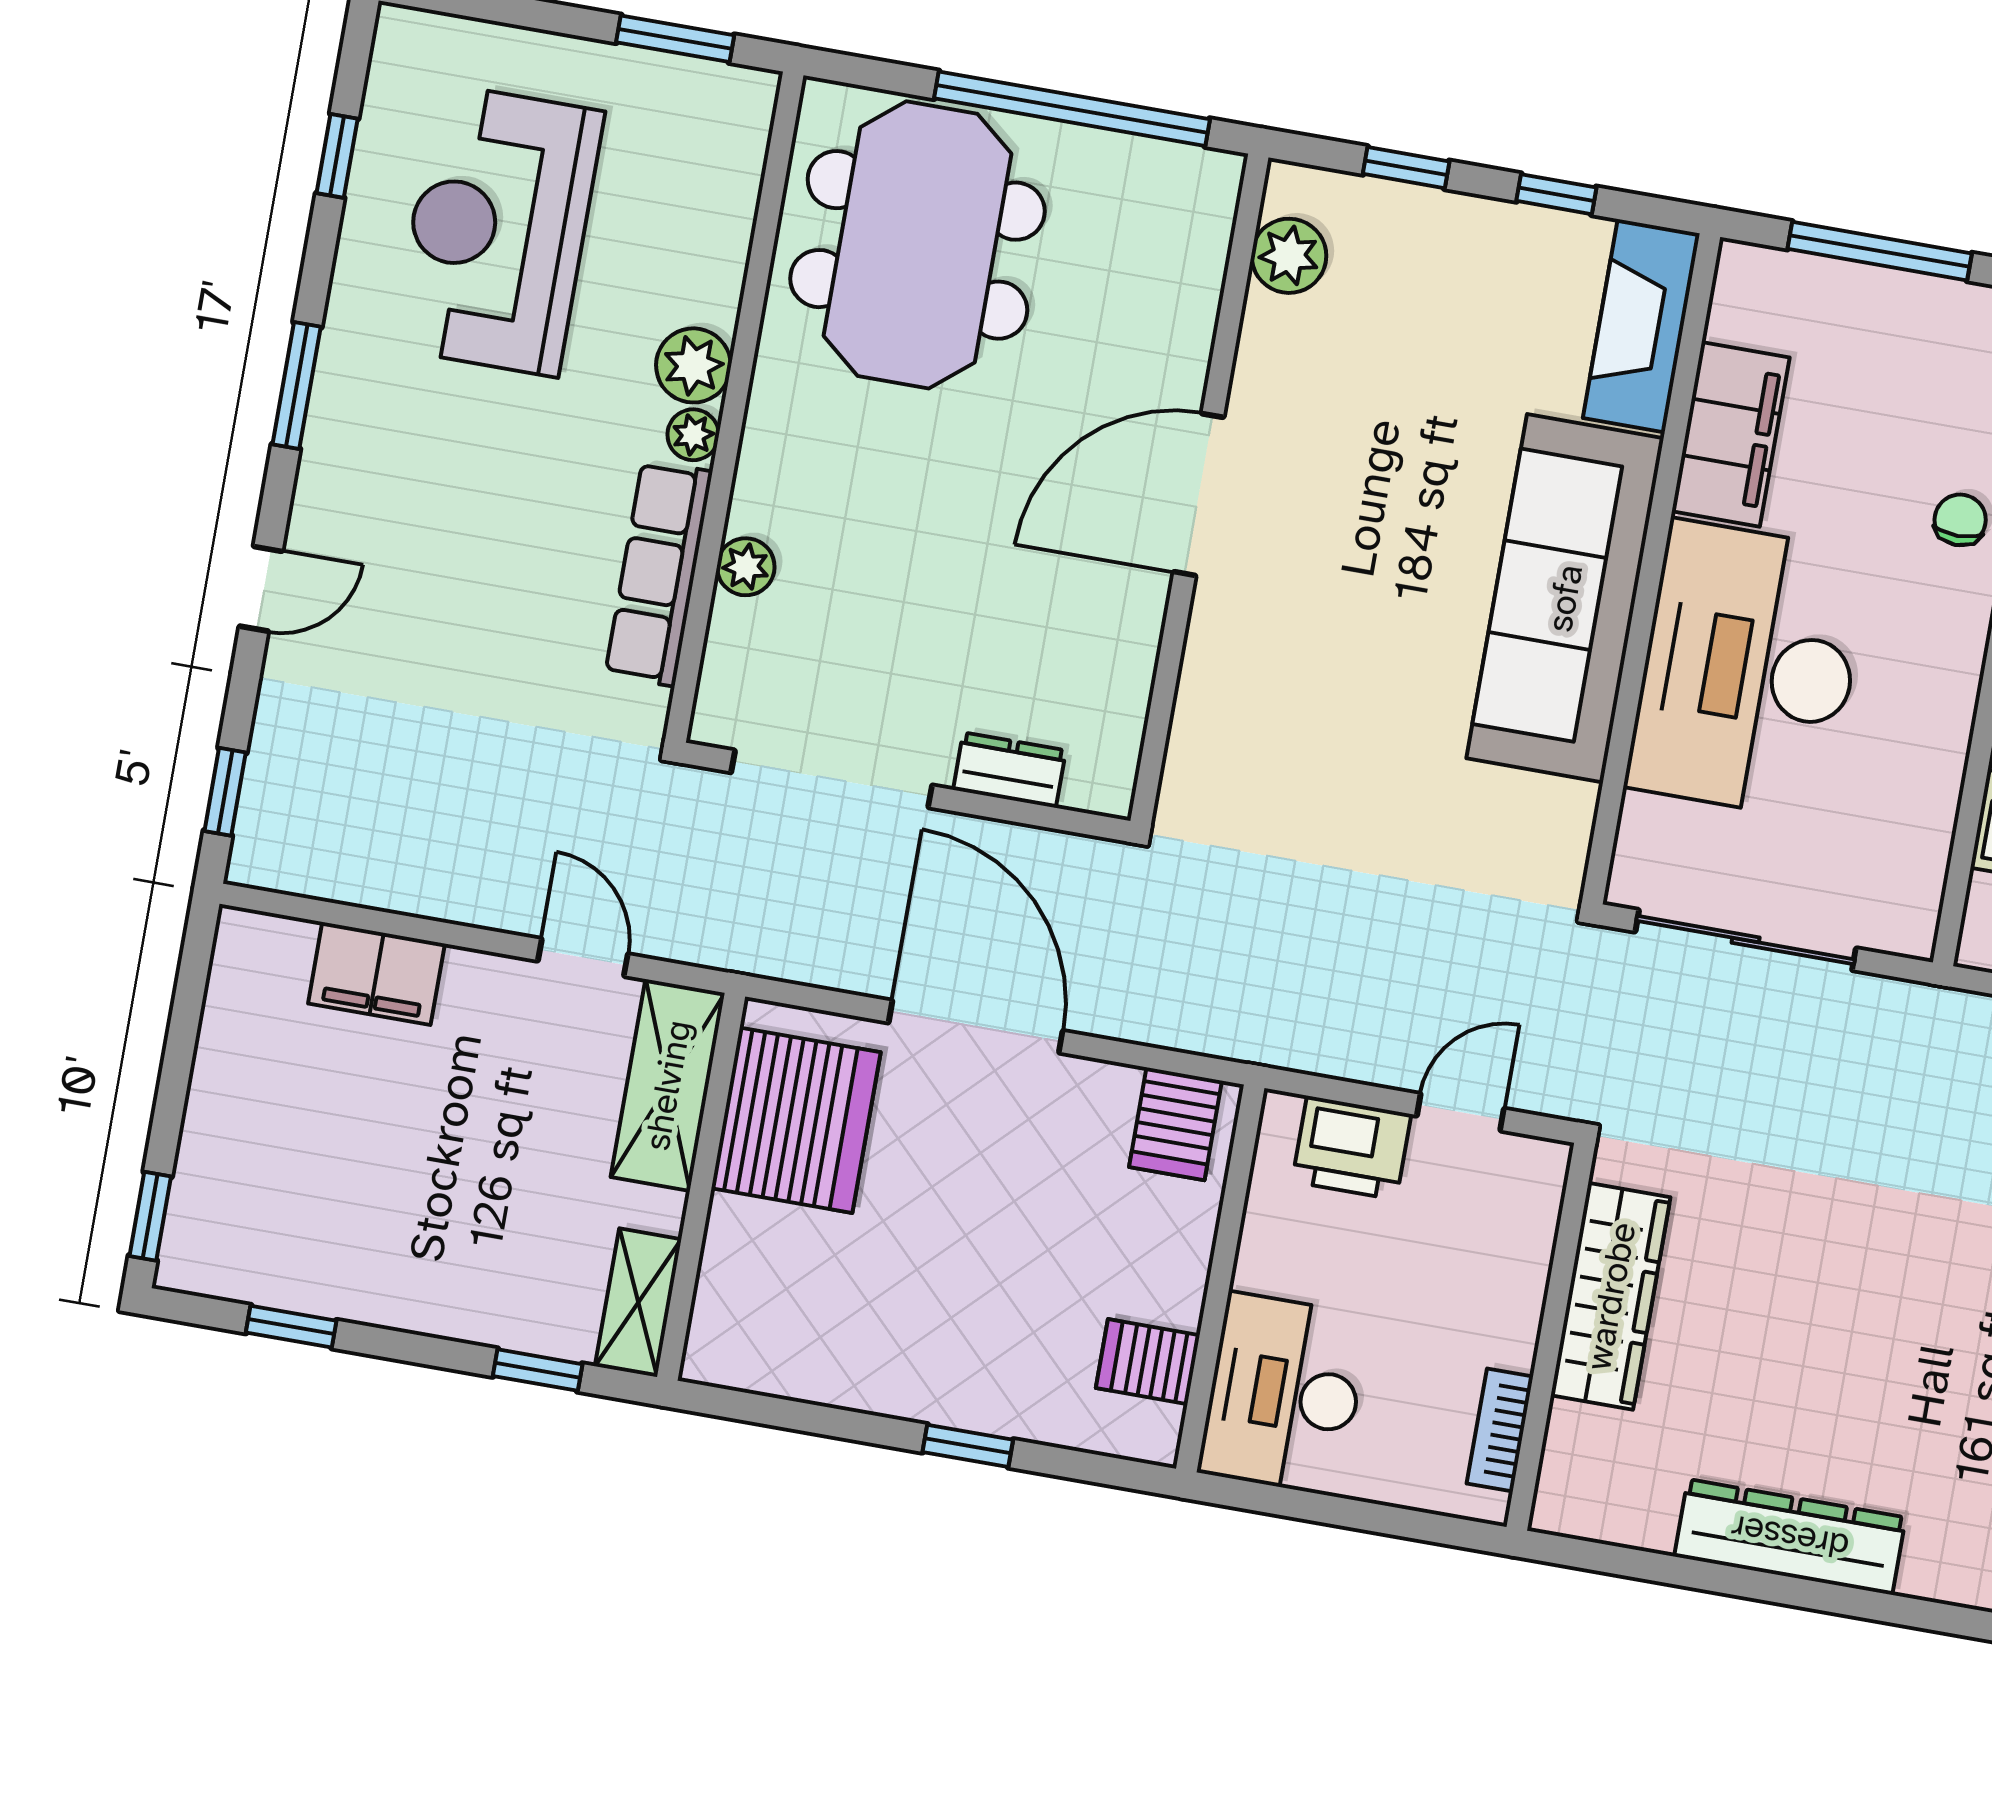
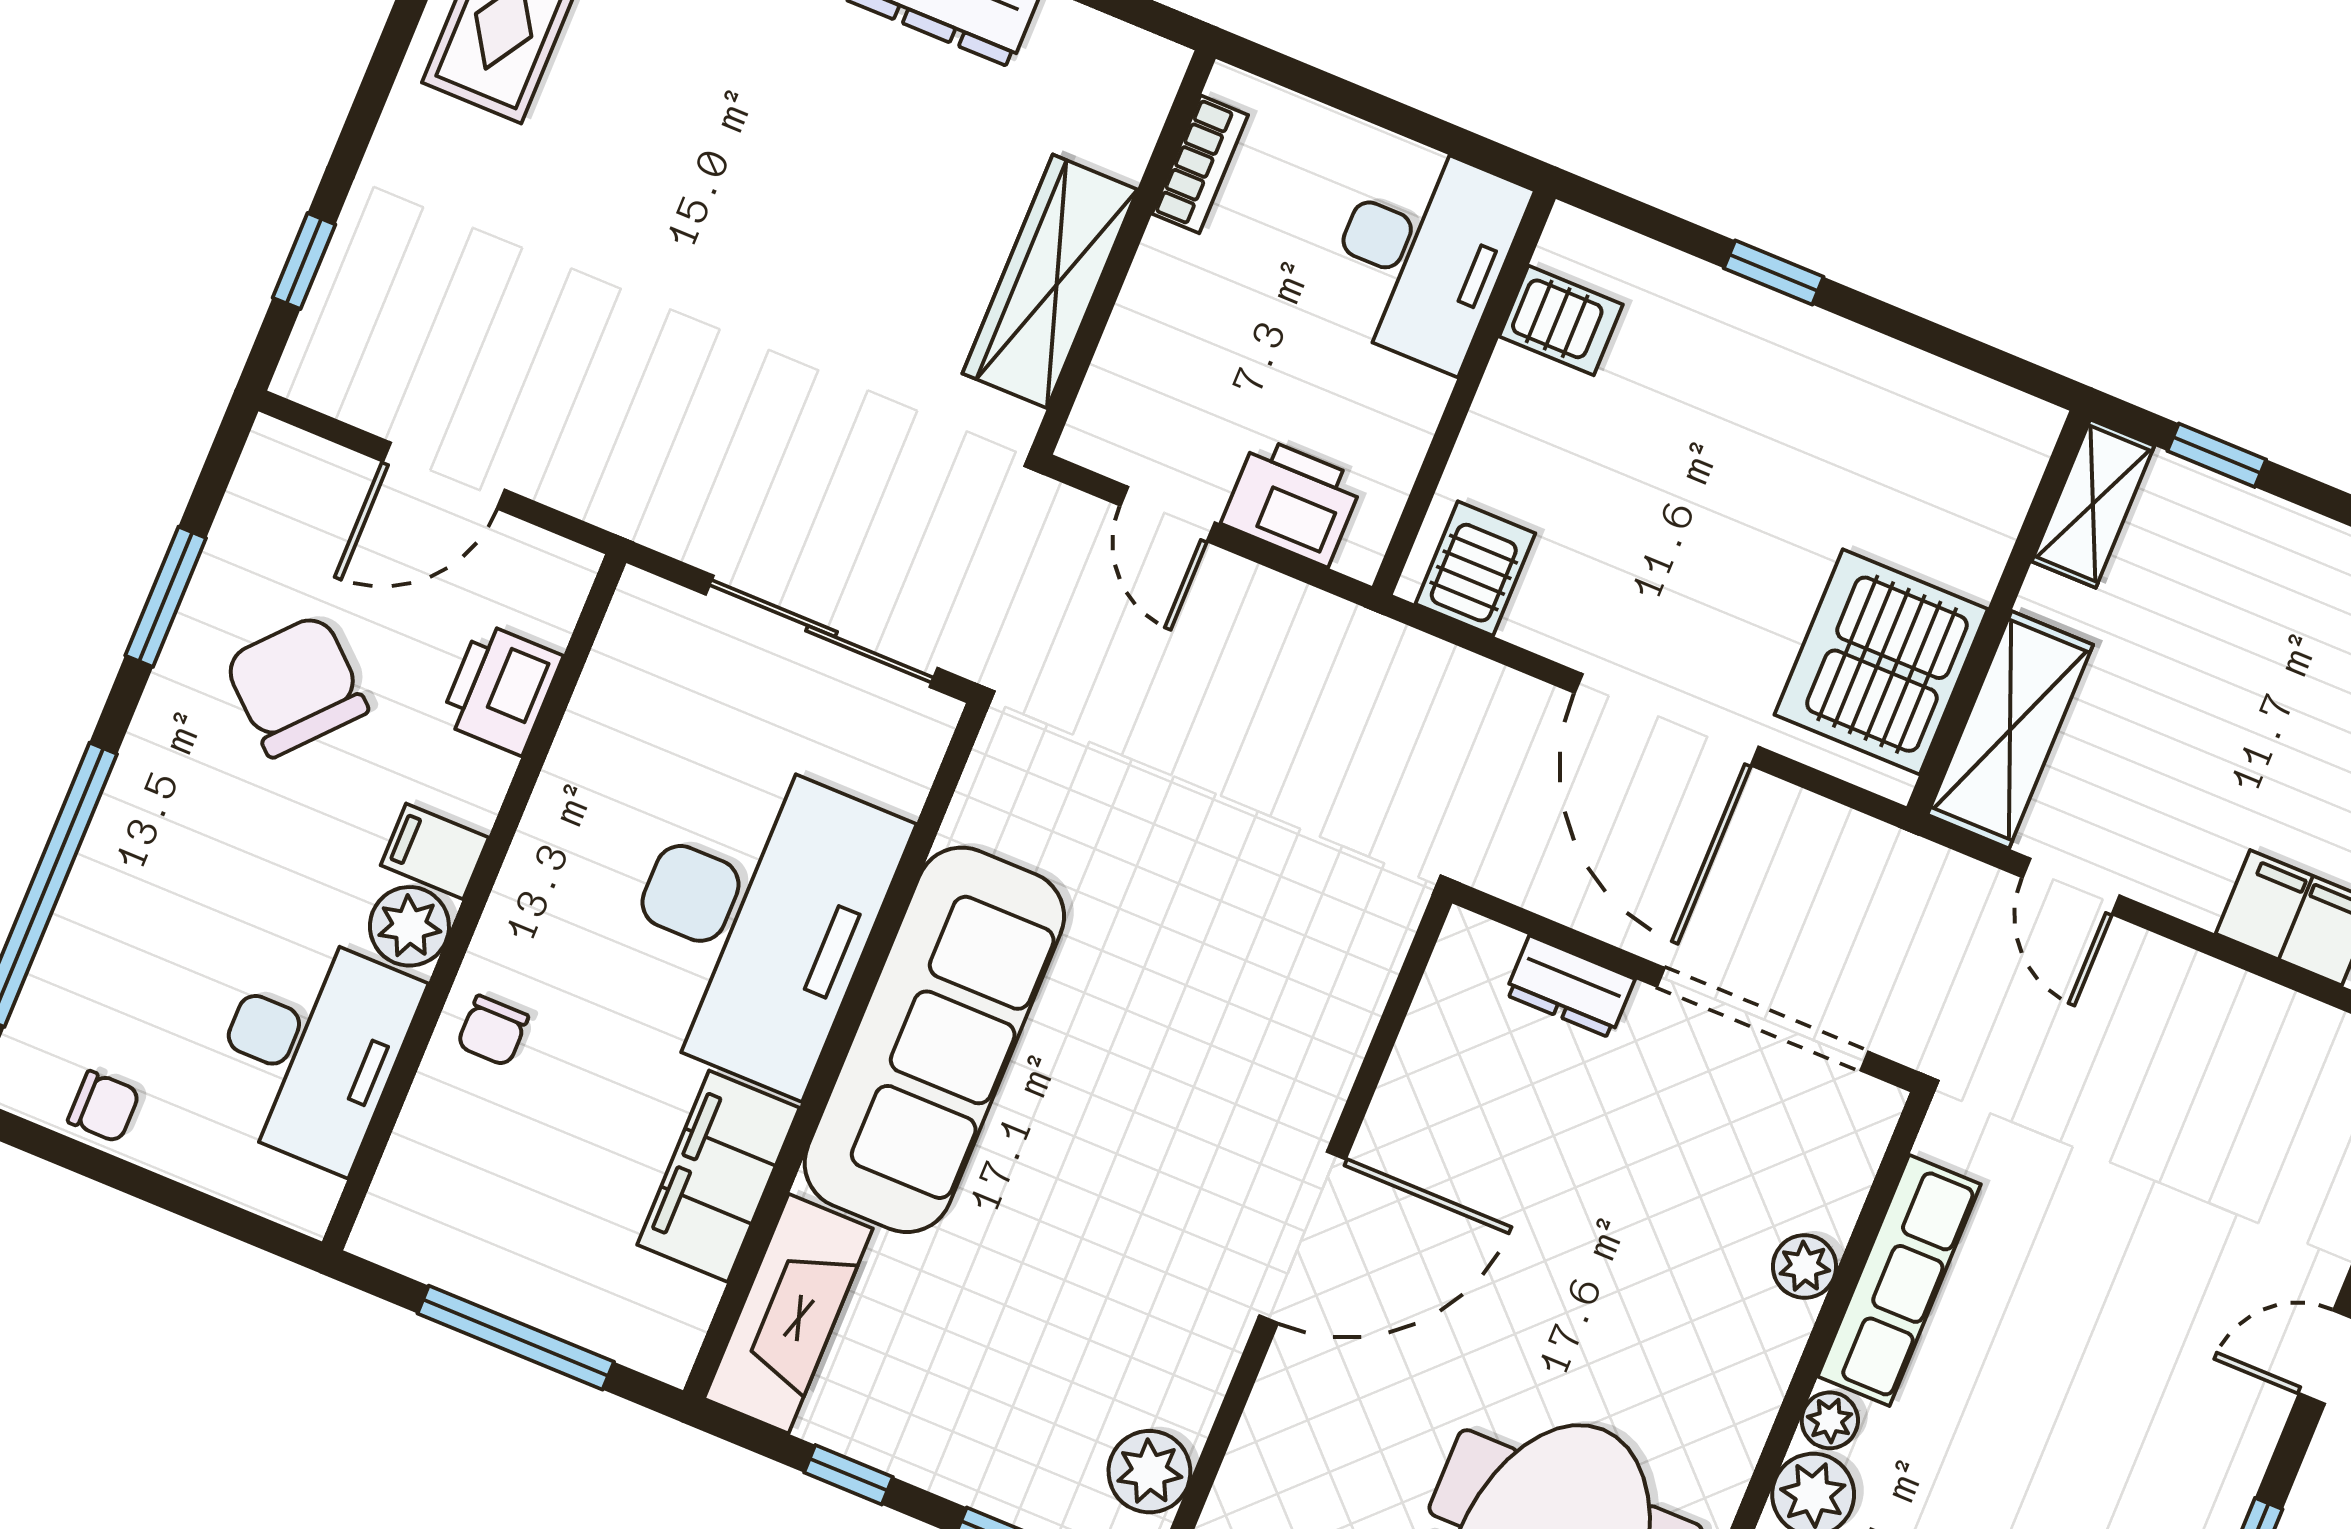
door: (1460, 1112) -> (1167, 514), hinge flipped

